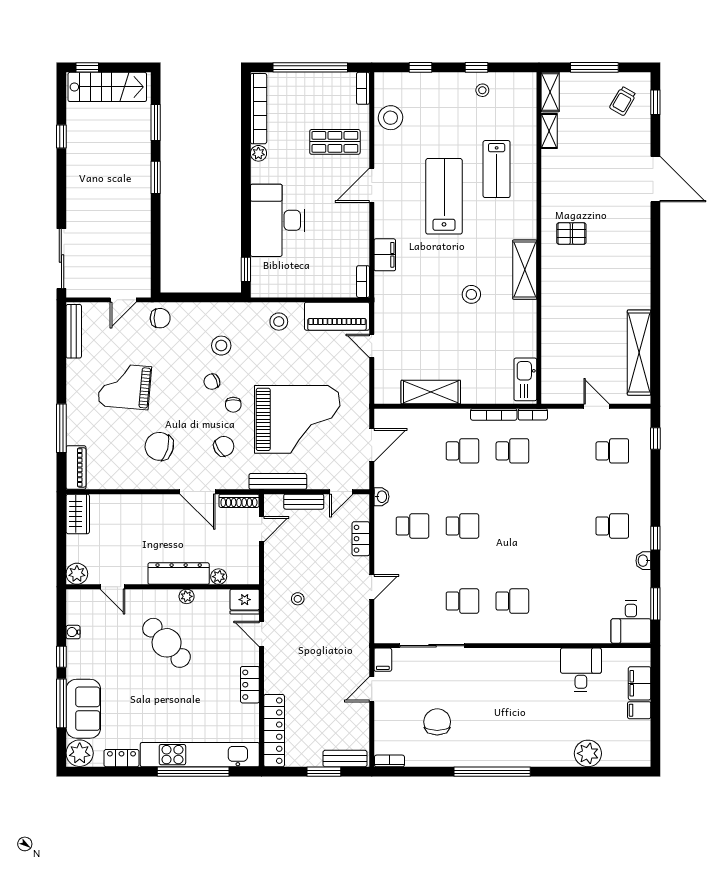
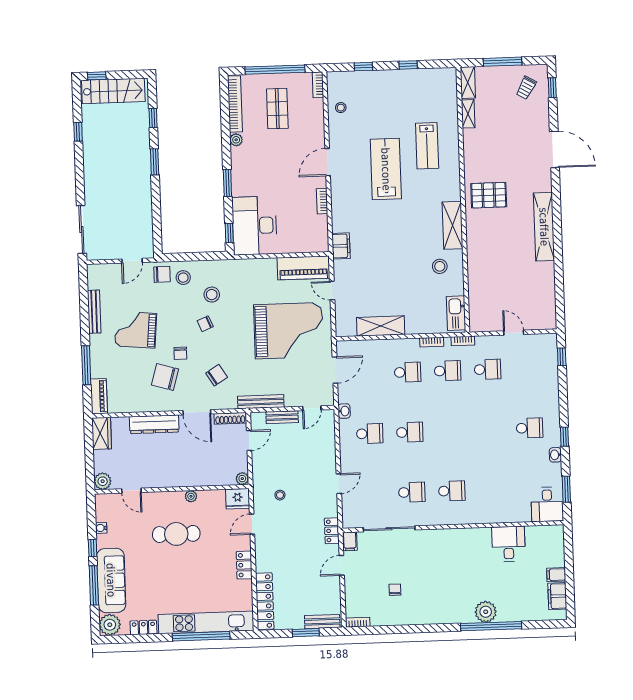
stool: (482, 90) -> (413, 83), removed
stool: (391, 118) -> (341, 108), width x0.53, depth x0.53
window: (156, 122) -> (153, 118), width x0.67
shop shelf: (335, 142) -> (277, 109), moved, turned 90
window: (246, 207) -> (227, 183), added
desk: (278, 220) -> (254, 226), moved
pallet: (571, 233) -> (489, 195), width x1.50, depth x1.42
filing cabinet: (385, 255) -> (341, 246), moved
bookcase: (363, 282) -> (322, 201), moved
stool: (471, 294) -> (440, 266), moved
stool: (279, 322) -> (183, 278), moved
bench: (74, 331) -> (94, 312), moved
shelving: (639, 353) -> (544, 227), moved
chair: (233, 405) -> (180, 353), moved
bookcase: (494, 414) -> (432, 342), width x0.64
grand piano: (297, 419) -> (289, 331), moved
school desk: (612, 451) -> (488, 369), moved
locker: (361, 539) -> (332, 531), moved
dresser: (179, 574) -> (154, 424), moved, turned 180
plant: (219, 577) -> (242, 479), moved
door: (262, 634) -> (252, 524), hinge flipped
cafe table: (167, 643) -> (176, 534), turned -47
filing cabinet: (640, 683) -> (557, 596), moved
sofa: (83, 709) -> (111, 580), width x1.36
chair: (437, 722) -> (395, 590), width x0.54, depth x0.54
plant: (588, 753) -> (486, 612), moved
window: (492, 772) -> (491, 626), moved

